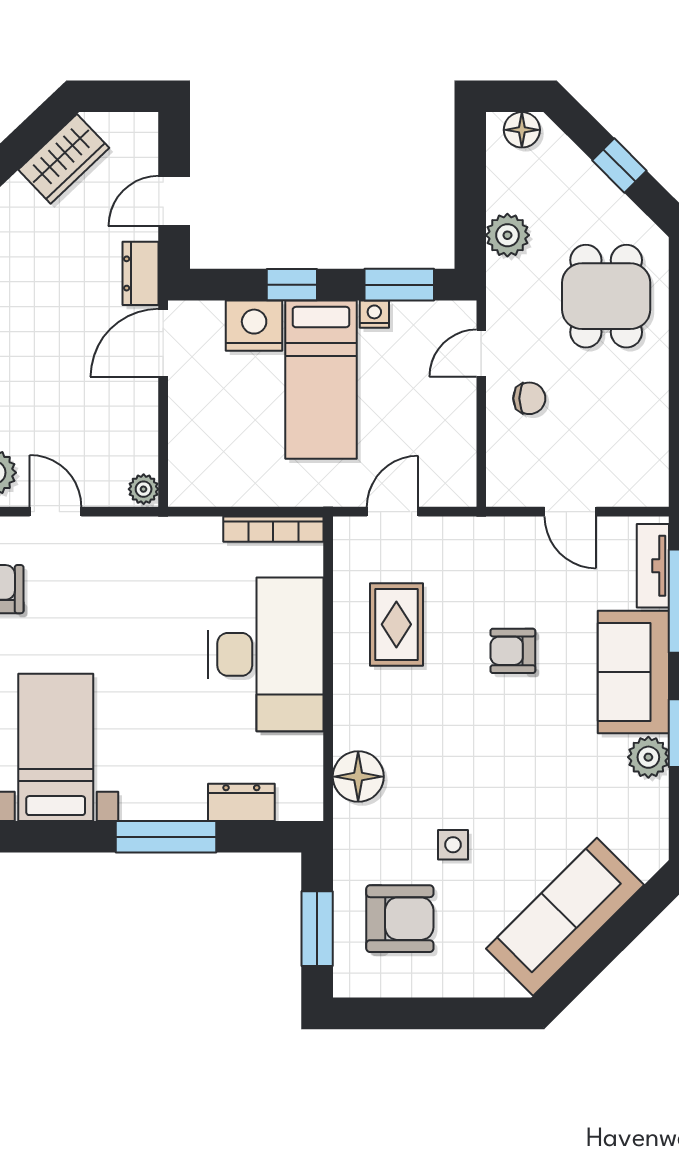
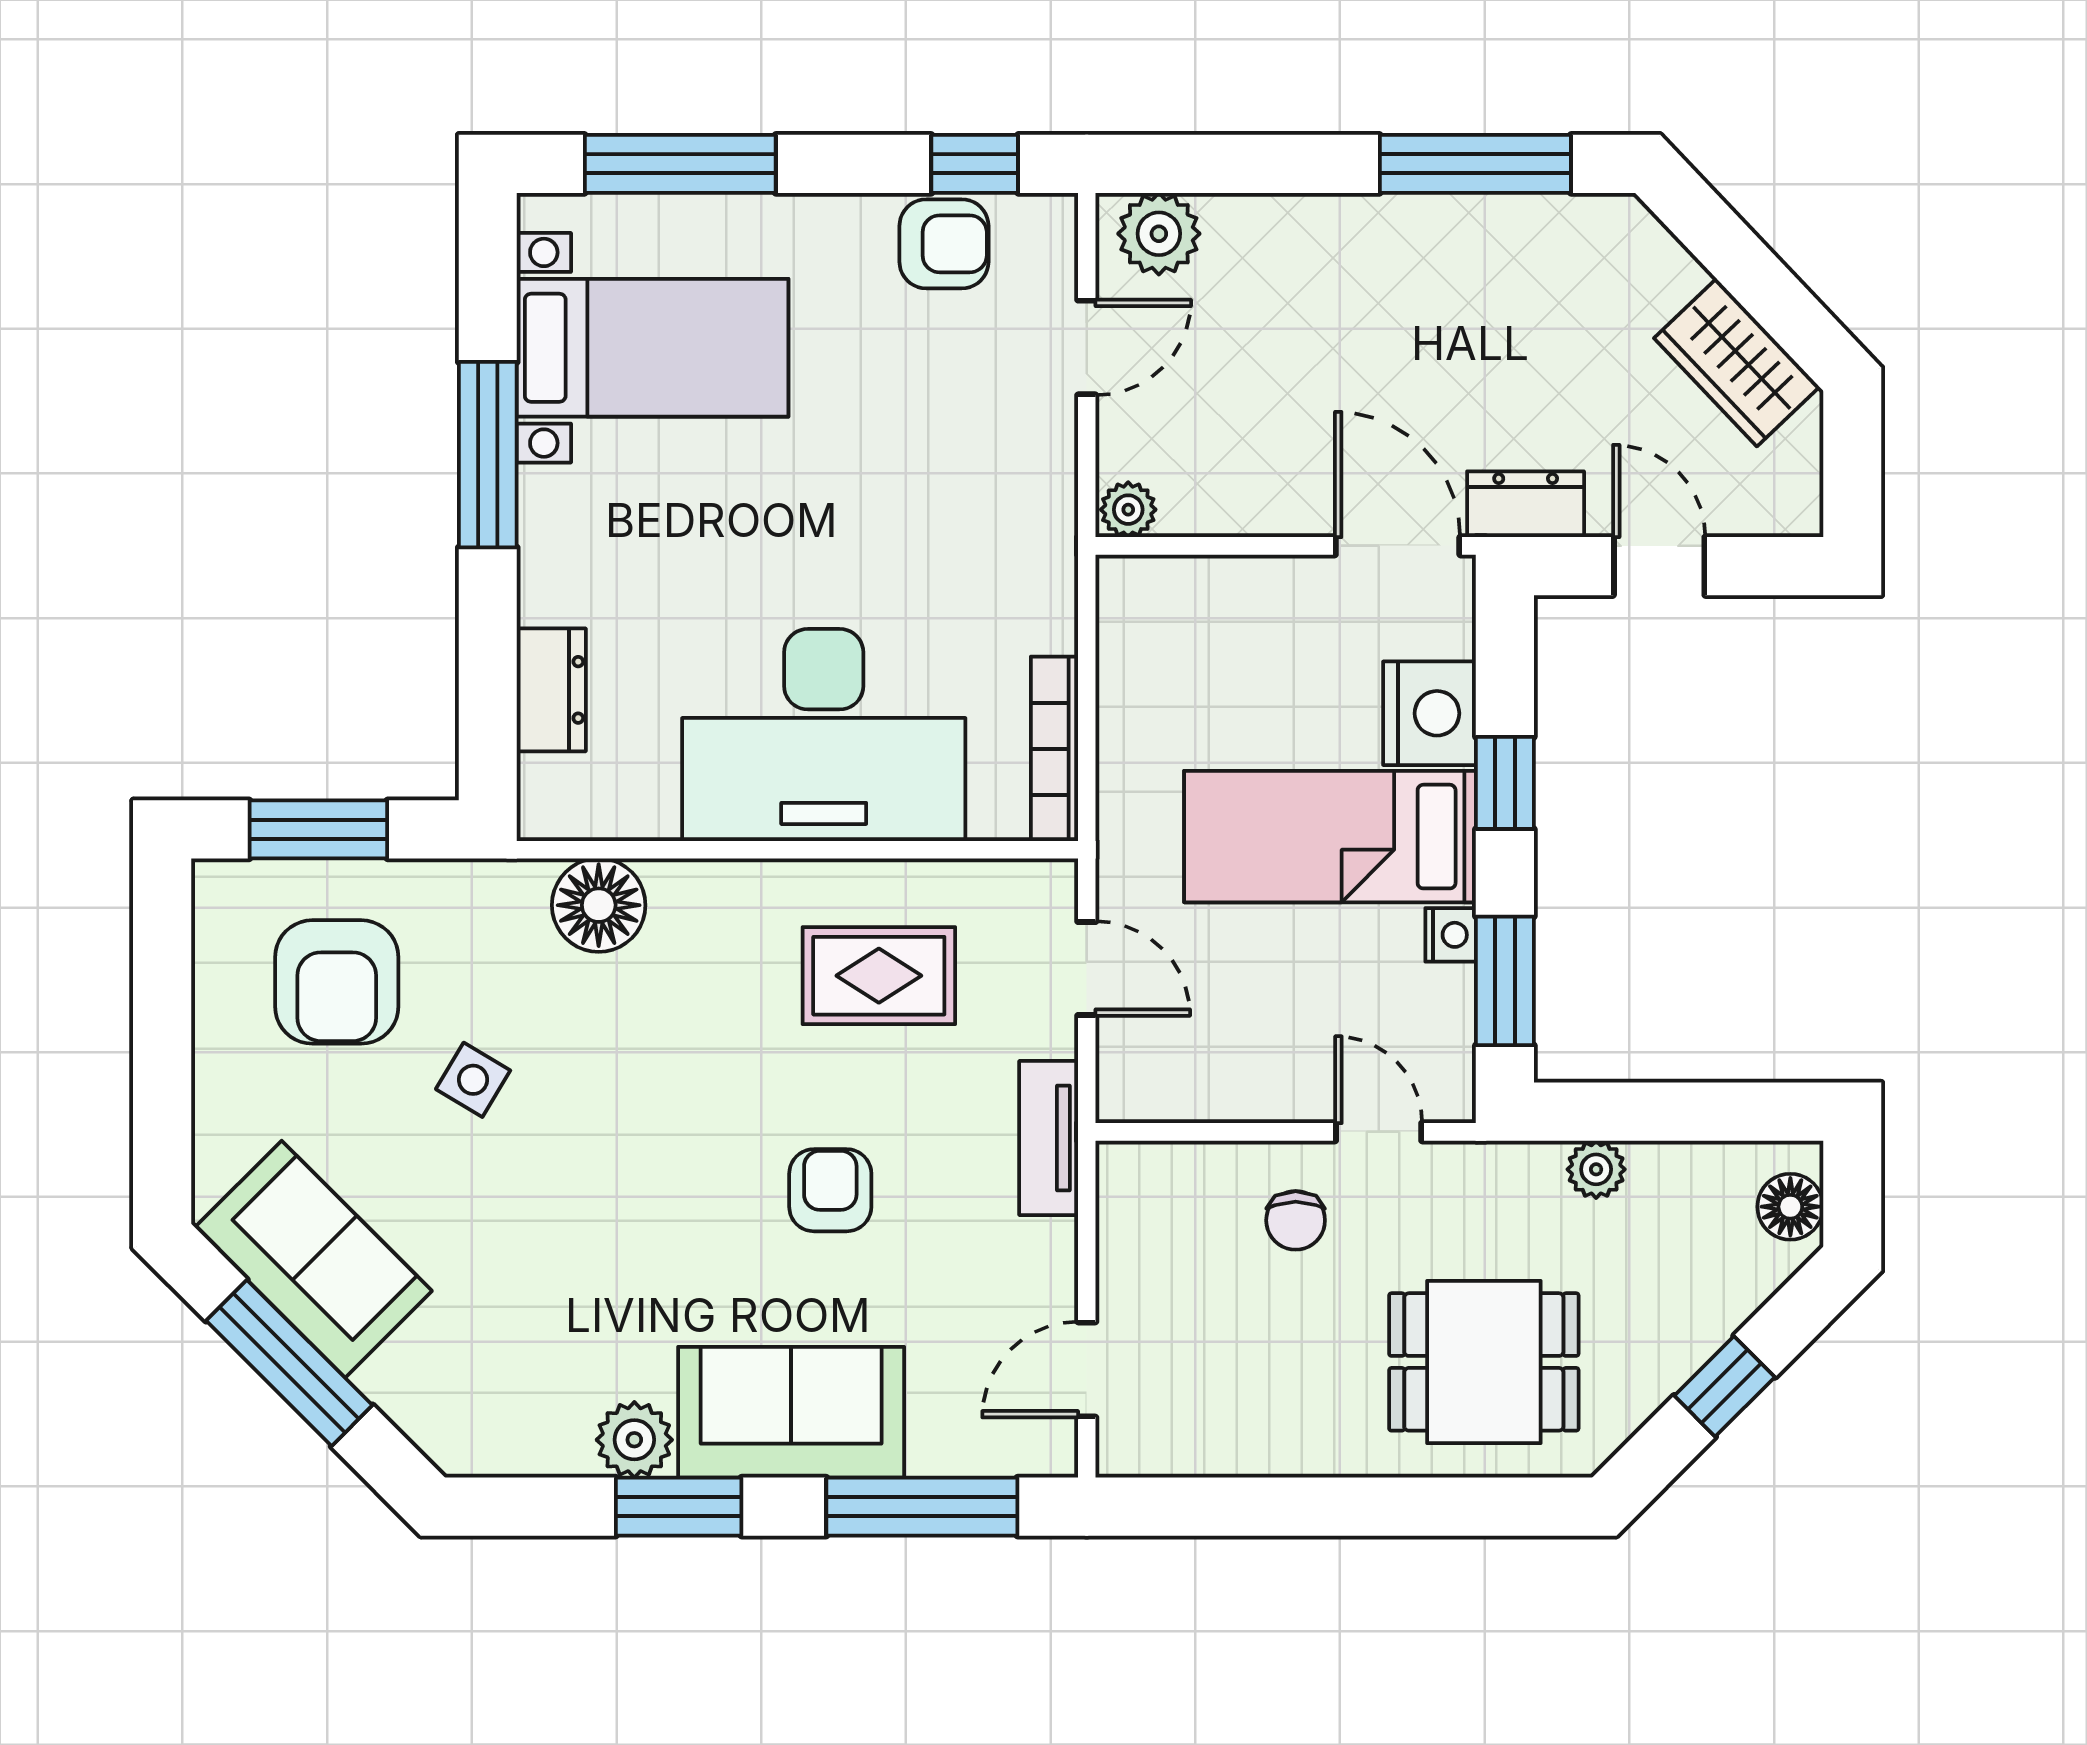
plant: (507, 235) -> (1596, 1169), width x0.73, depth x0.73
door: (570, 512) -> (1087, 1370), moved
tv unit: (653, 566) -> (1049, 1138), moved, turned -90
window: (166, 837) -> (488, 455), moved
side table: (453, 845) -> (473, 1080), turned 31
sofa: (565, 917) -> (313, 1259), width x0.73
window: (607, 944) -> (289, 1363), added

